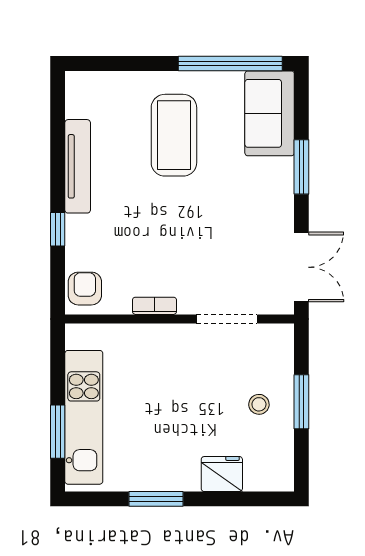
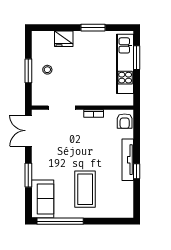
tv unit: (78, 166) -> (128, 160), moved
window: (58, 229) -> (137, 171), moved

